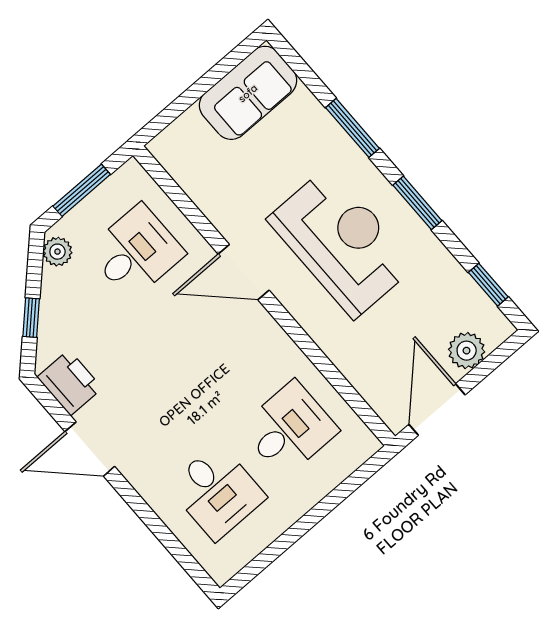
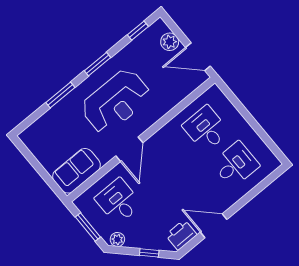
sofa: (248, 93) -> (76, 171), moved, turned -90
reception desk: (342, 242) -> (116, 101), turned 180
door: (90, 449) -> (214, 226), swing flipped

